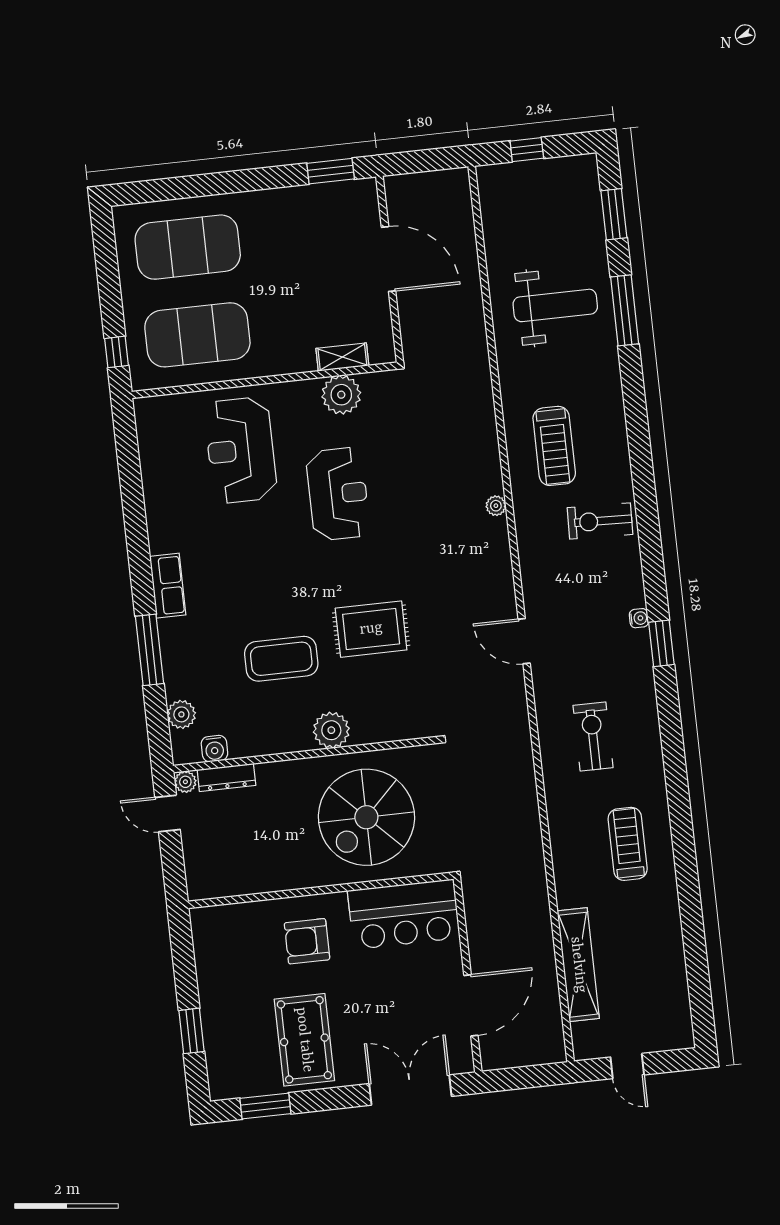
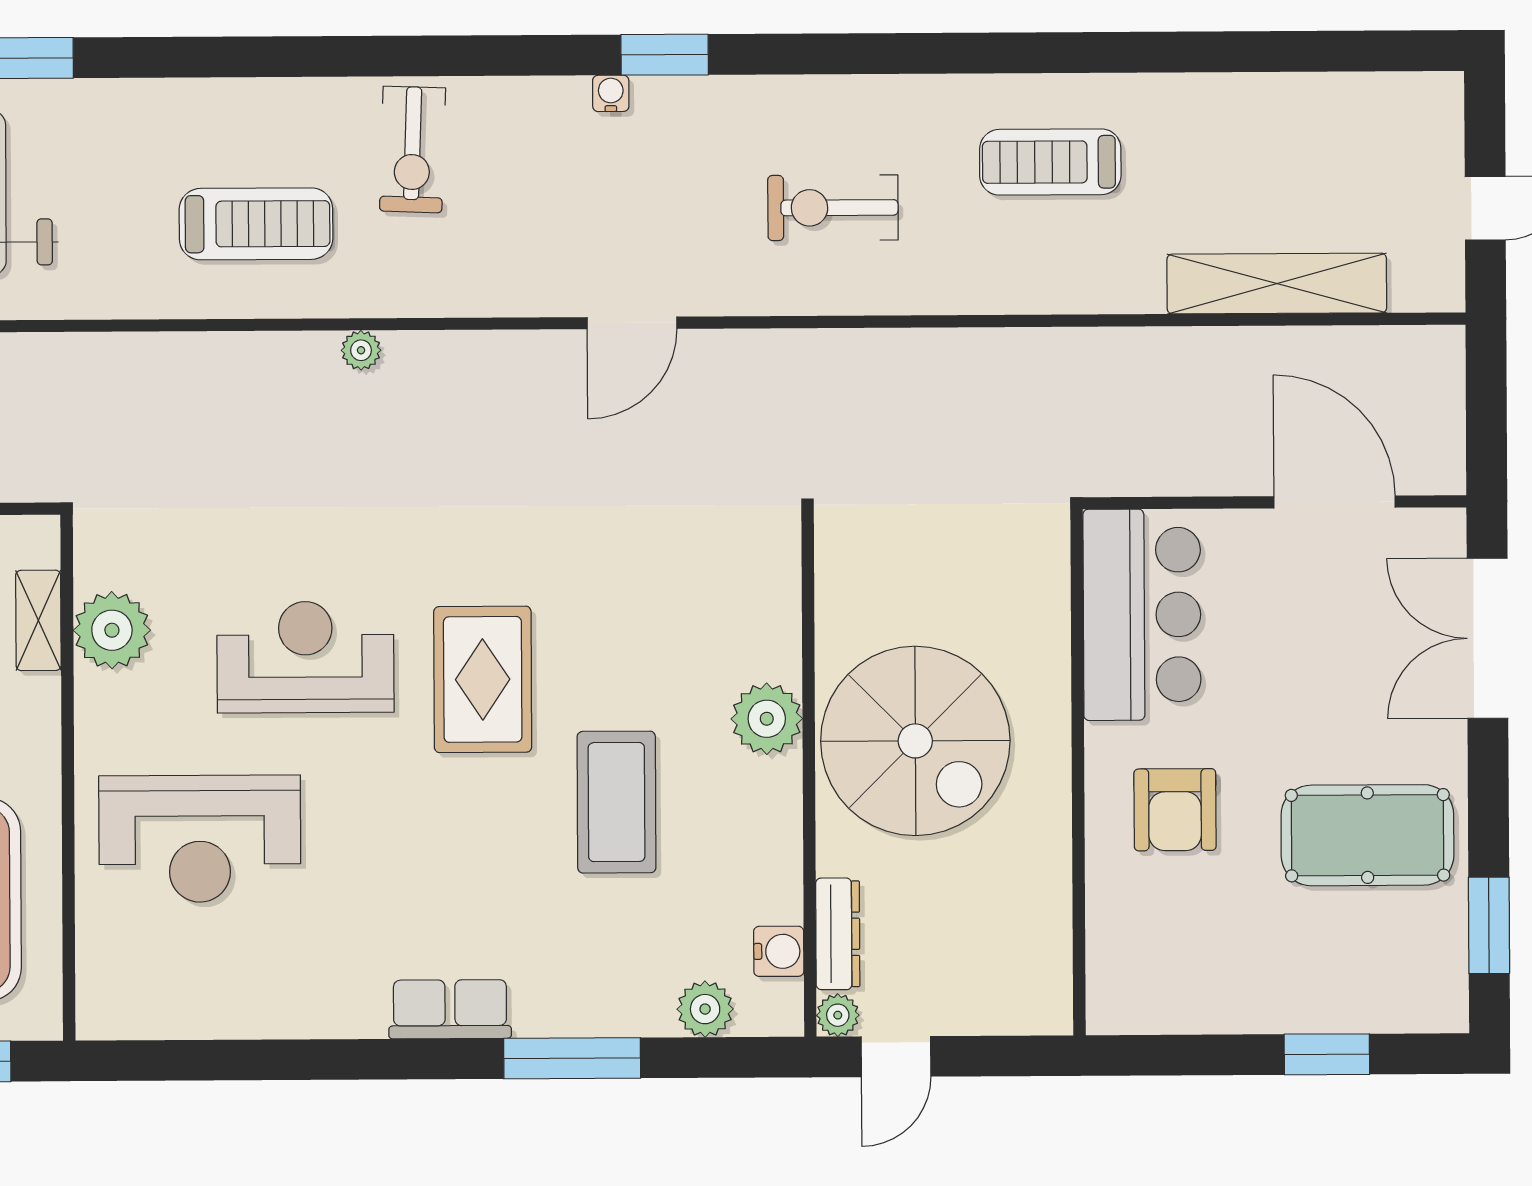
rug: (371, 629) -> (483, 679), moved
spiral stairs: (366, 817) -> (915, 741), moved

